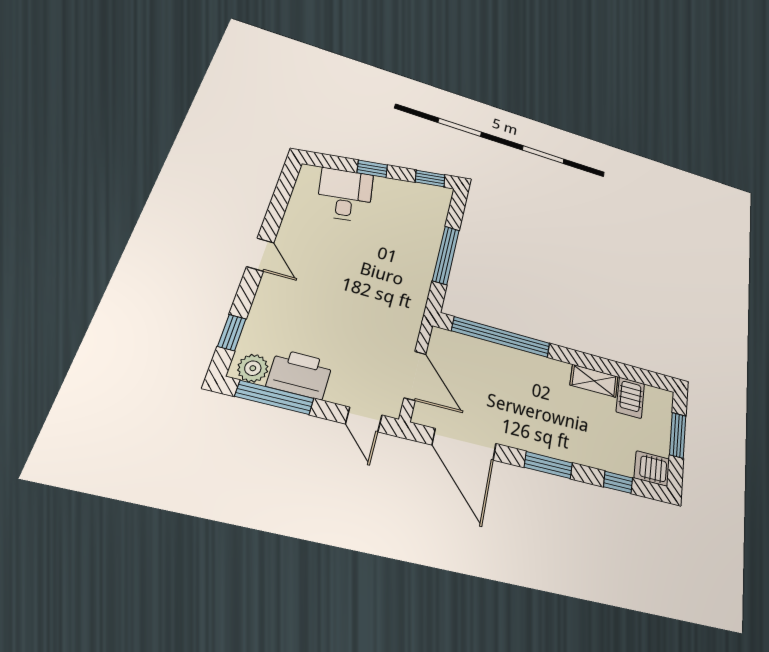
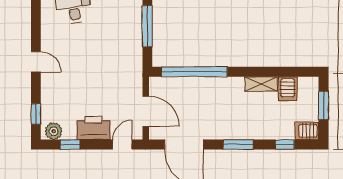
printer: (300, 374) -> (93, 128), moved
window: (275, 397) -> (70, 145), width x0.46
door: (364, 419) -> (122, 145), swing flipped

